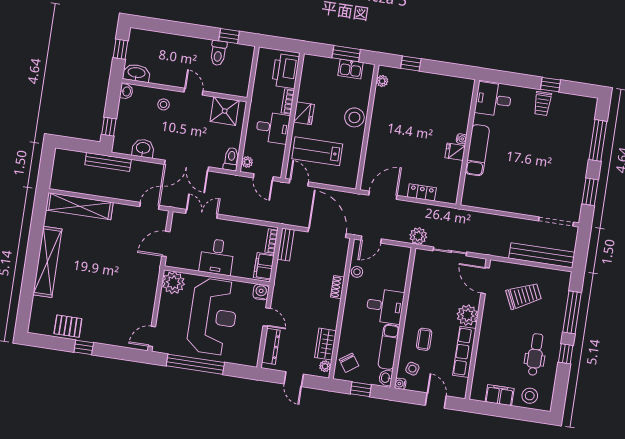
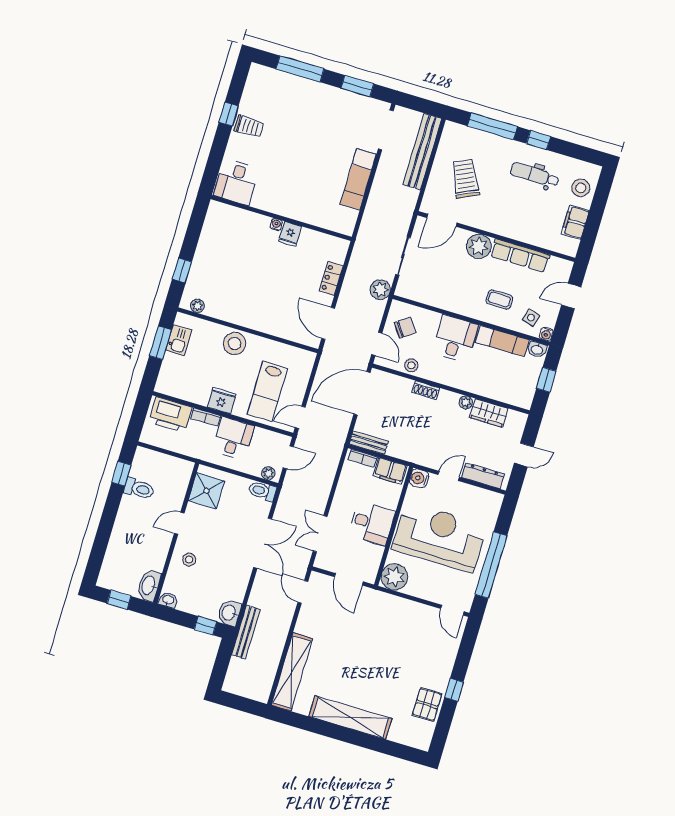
washbasin: (143, 148) -> (229, 613), moved
exam couch: (477, 150) -> (358, 179), moved, turned -90
chair: (349, 363) -> (405, 328), moved
plant: (325, 366) -> (466, 402), moved

